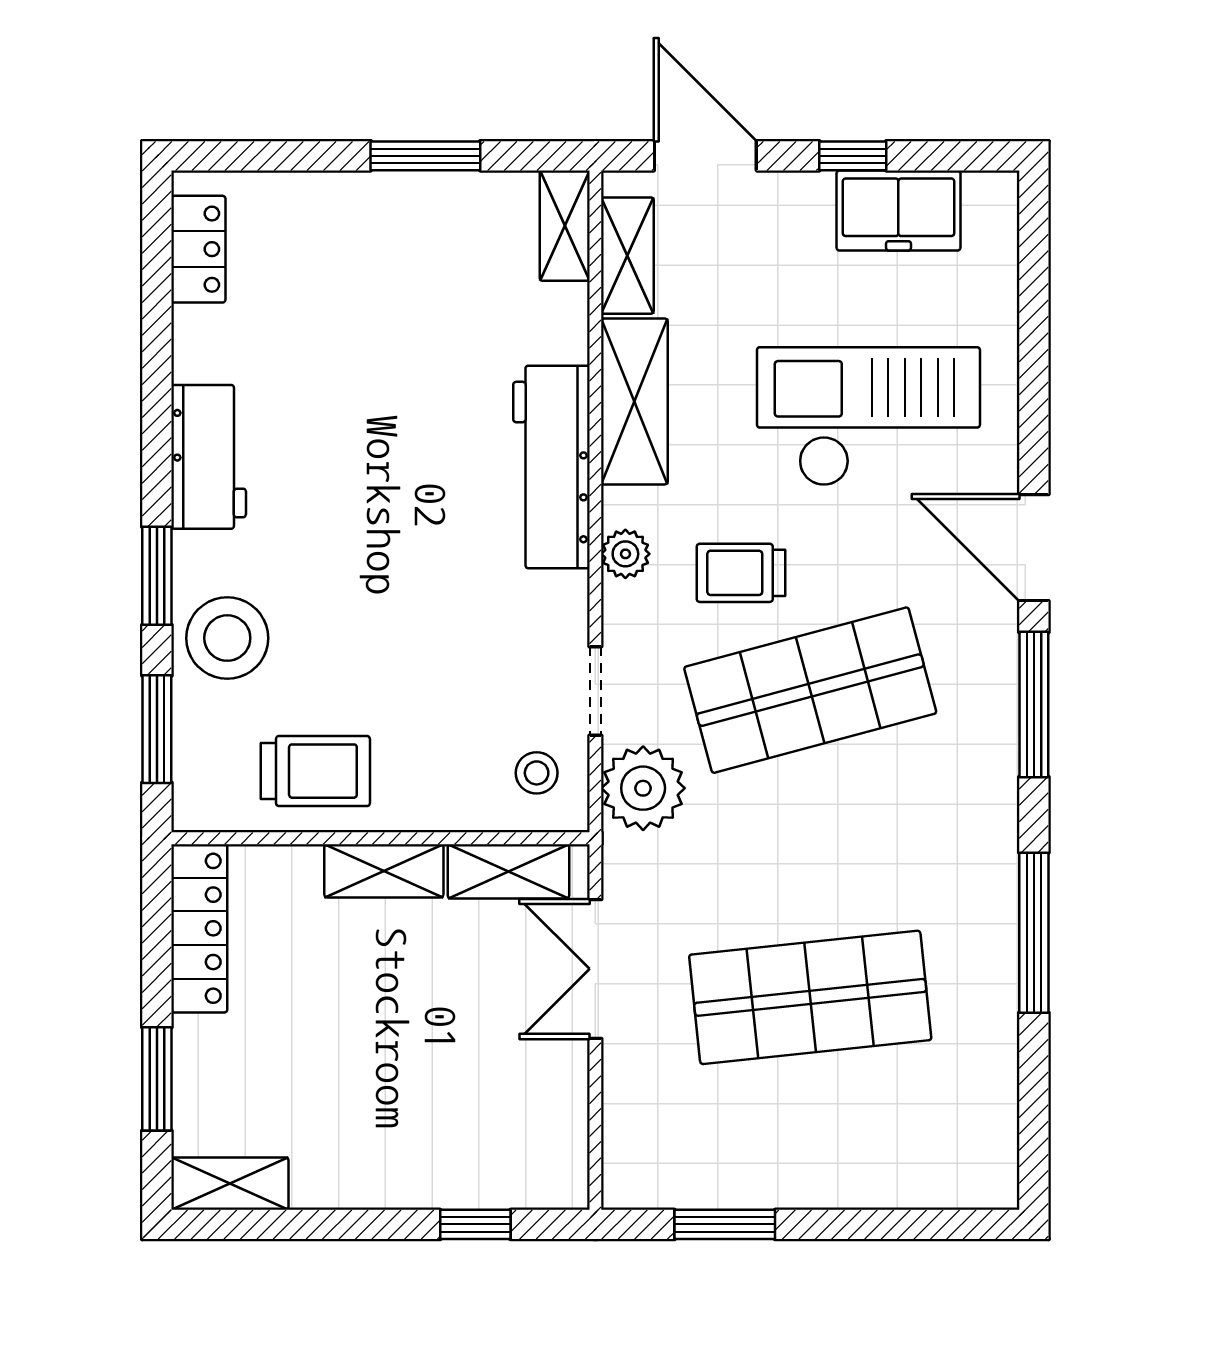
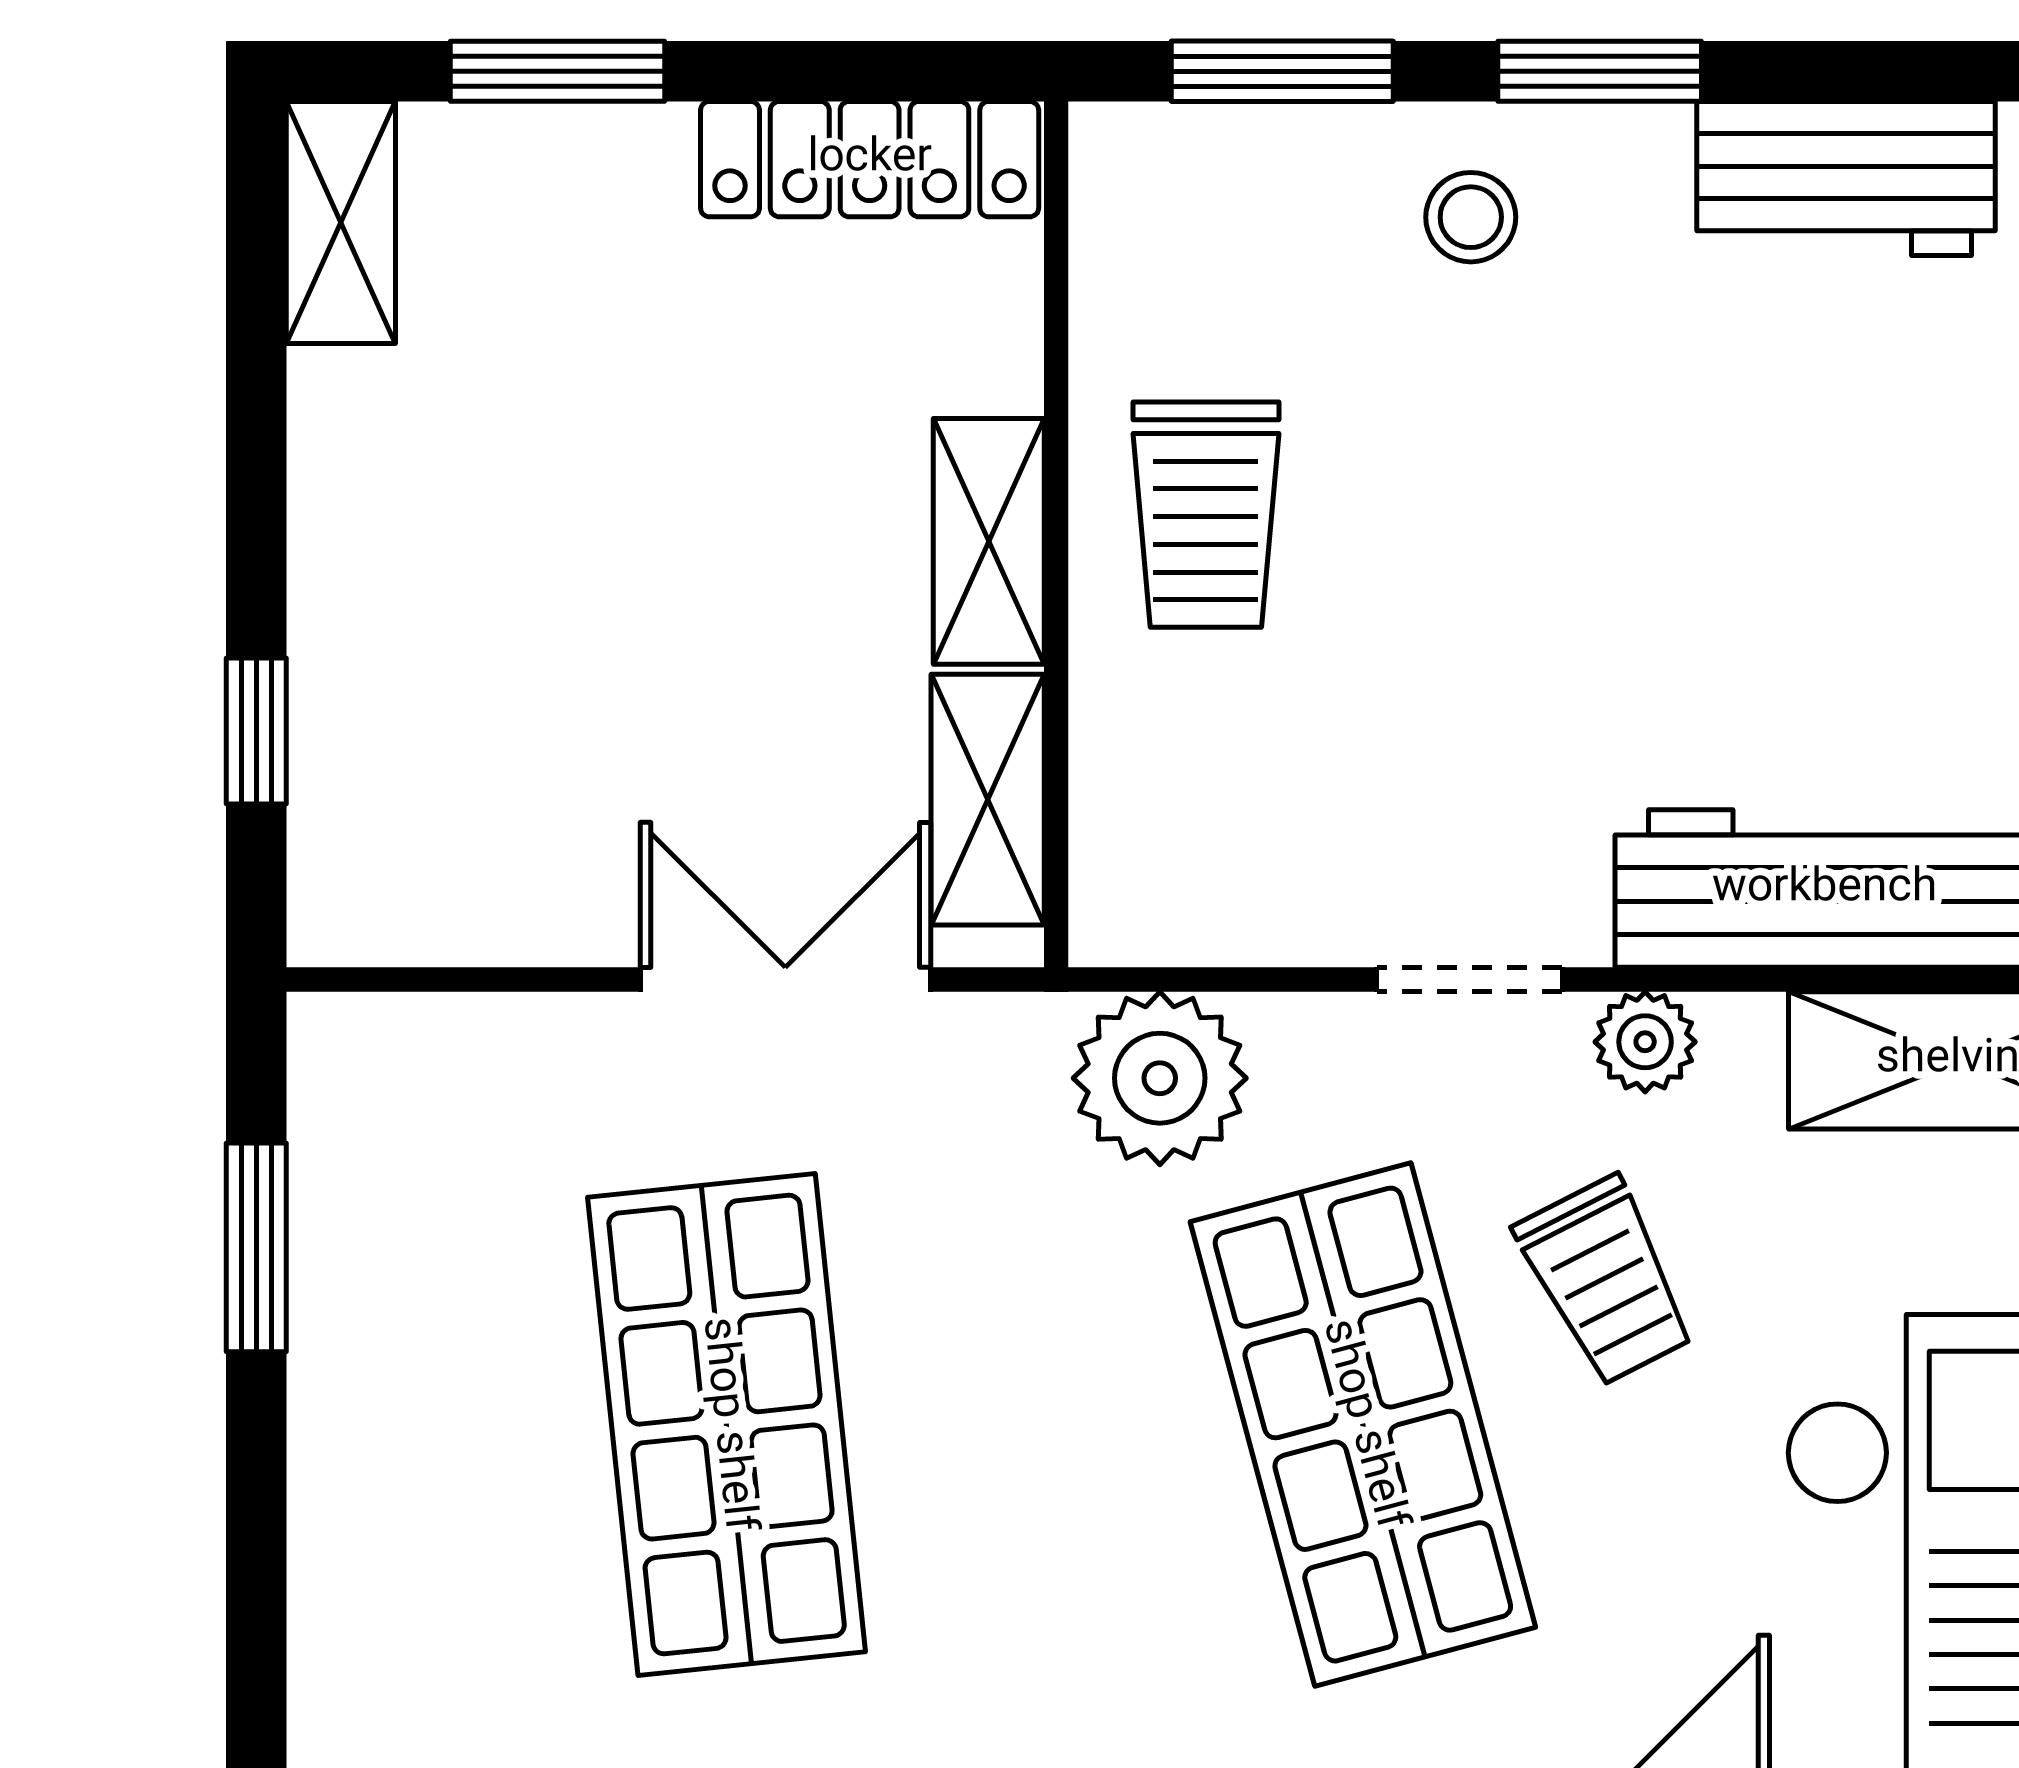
trolley: (741, 573) -> (1606, 1281), turned 153
stool: (227, 638) -> (1471, 217), width x0.53, depth x0.53
doorway: (595, 691) -> (1469, 979), moved
trolley: (315, 771) -> (1206, 515), moved
stool: (537, 773) -> (1191, 858), removed

